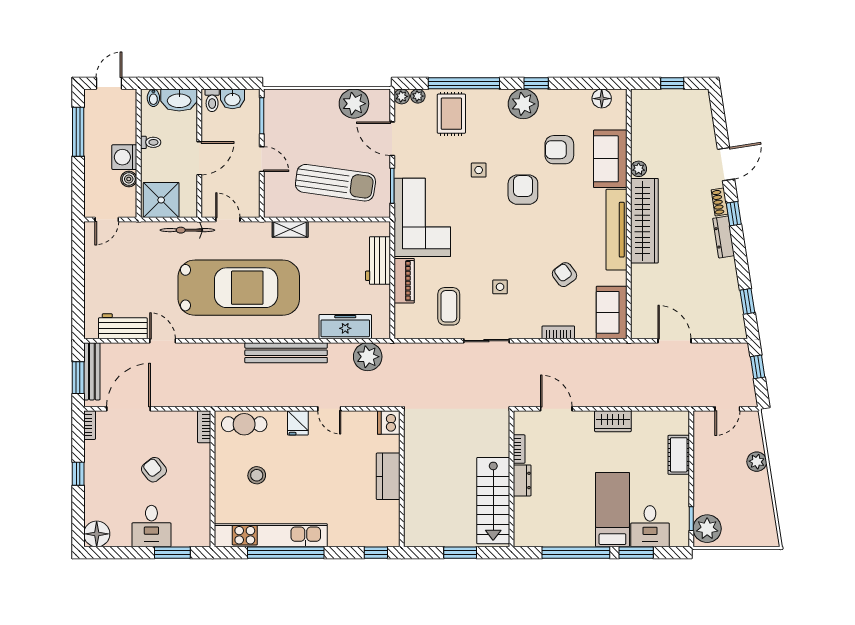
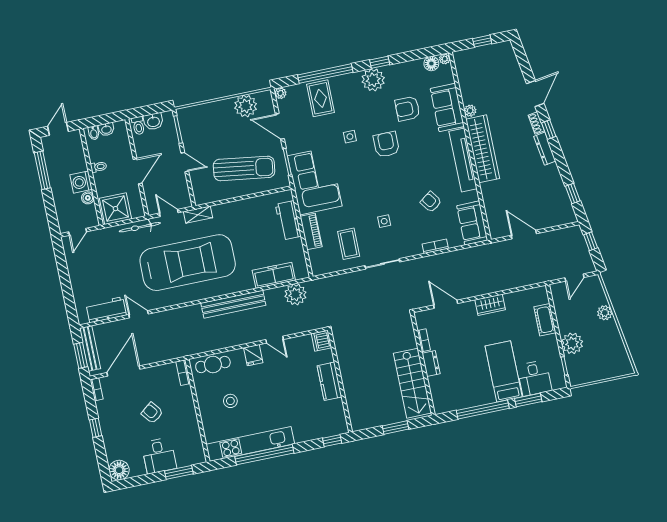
plant: (418, 96) -> (445, 59), moved
washbasin: (179, 100) -> (106, 129), width x0.52, depth x0.69
shelving: (290, 229) -> (198, 215), moved
plant: (707, 529) -> (572, 343), moved

